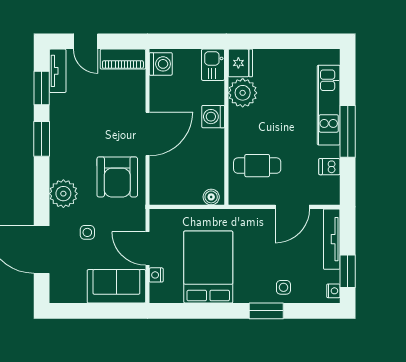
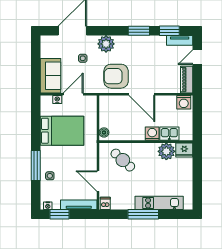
kitchen sink: (213, 65) -> (169, 134), moved
cafe table: (257, 166) -> (123, 160), turned -48
dishwasher: (329, 167) -> (105, 203), moved
window: (266, 311) -> (36, 166), width x1.44

